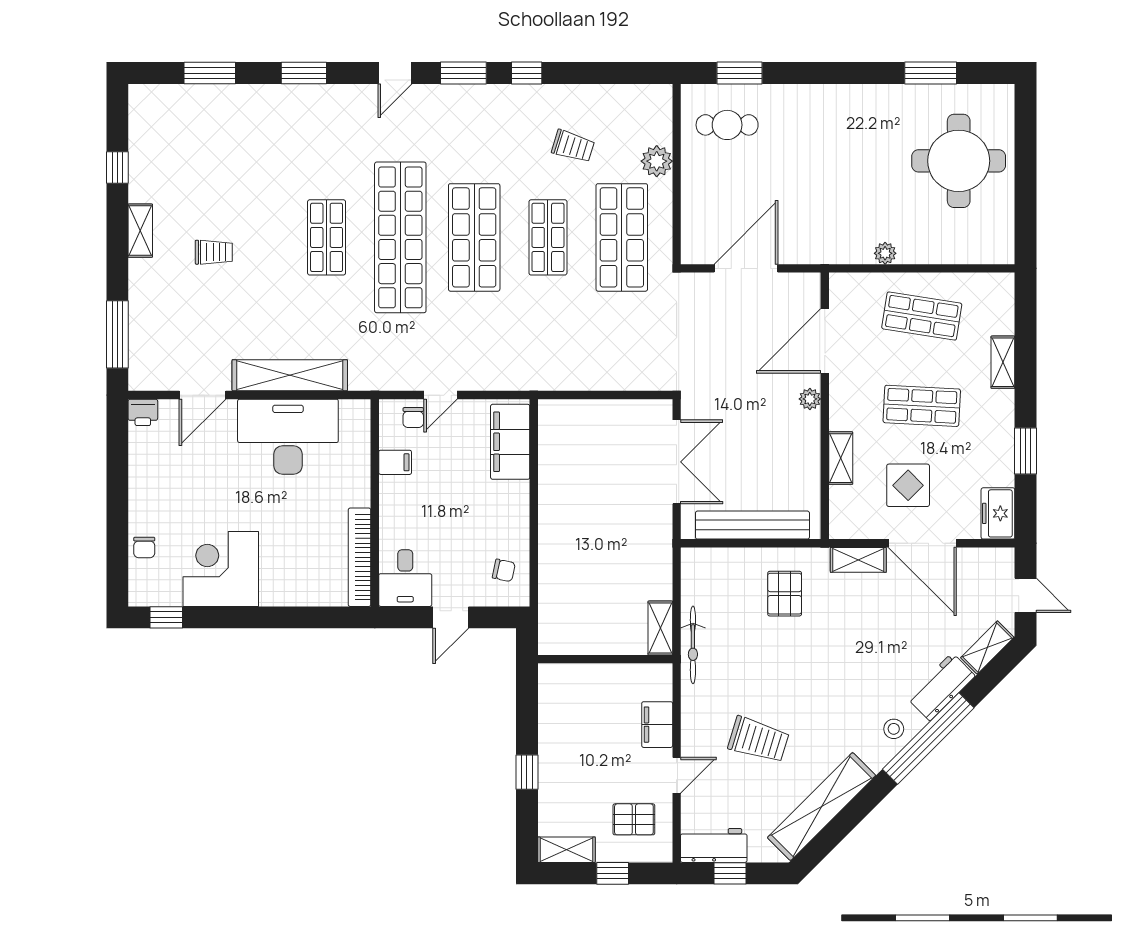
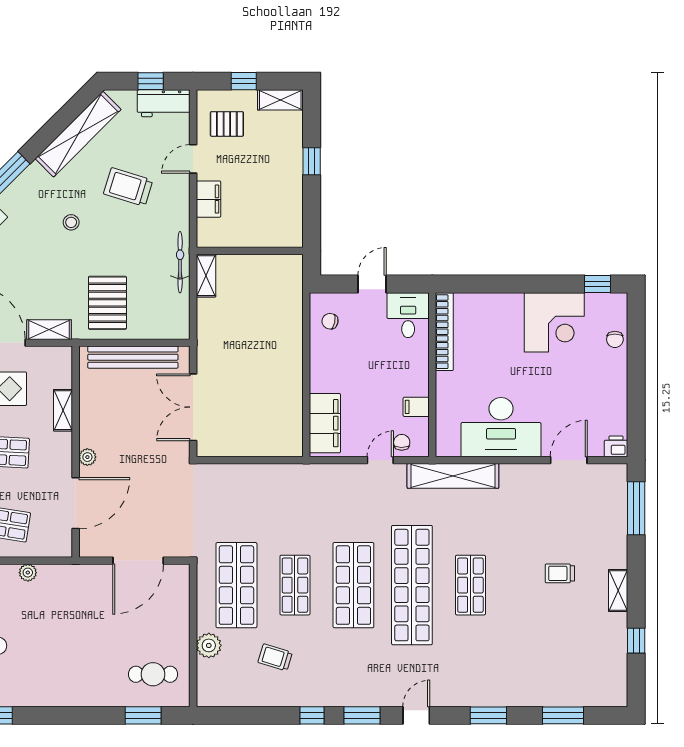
shelving: (290, 375) -> (453, 476), moved
chair: (144, 547) -> (615, 339), turned 180
pallet: (785, 594) -> (107, 303), width x1.50, depth x1.42
stool: (894, 729) -> (71, 222), moved

